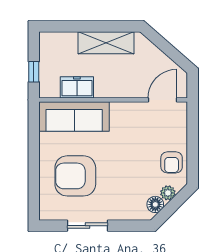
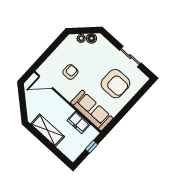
armchair: (172, 162) -> (70, 72), moved

